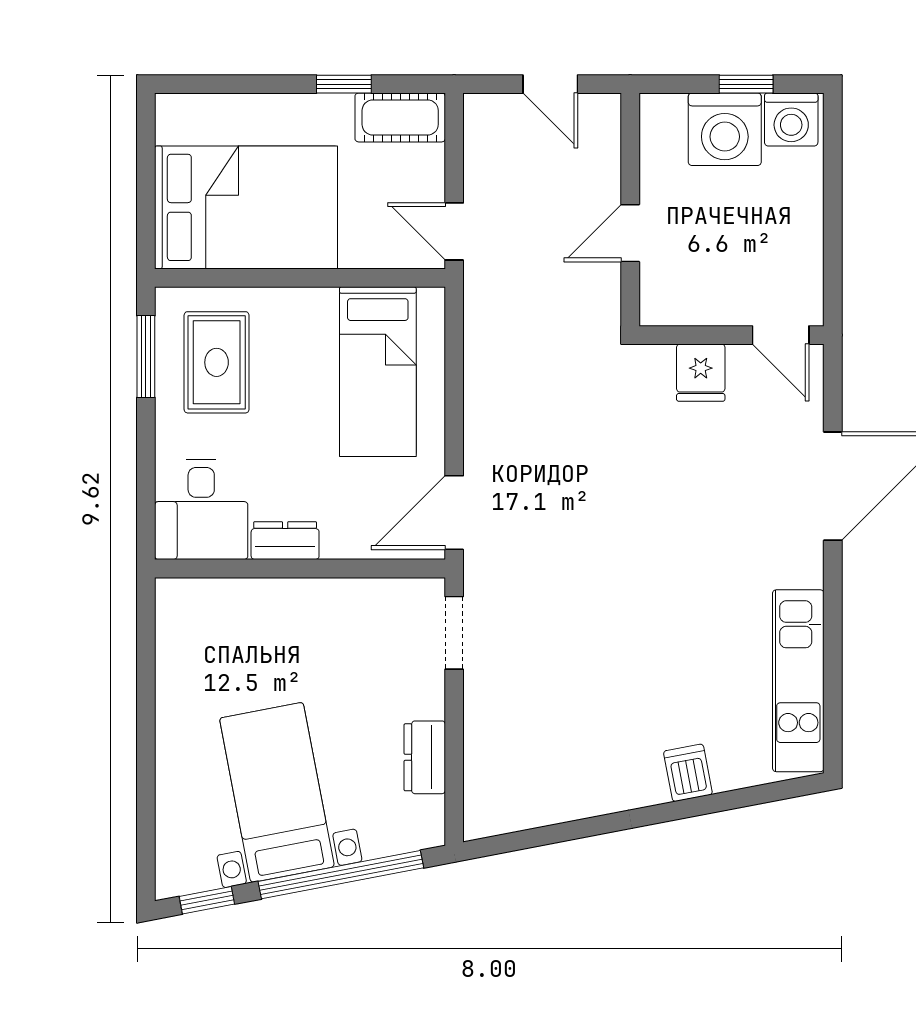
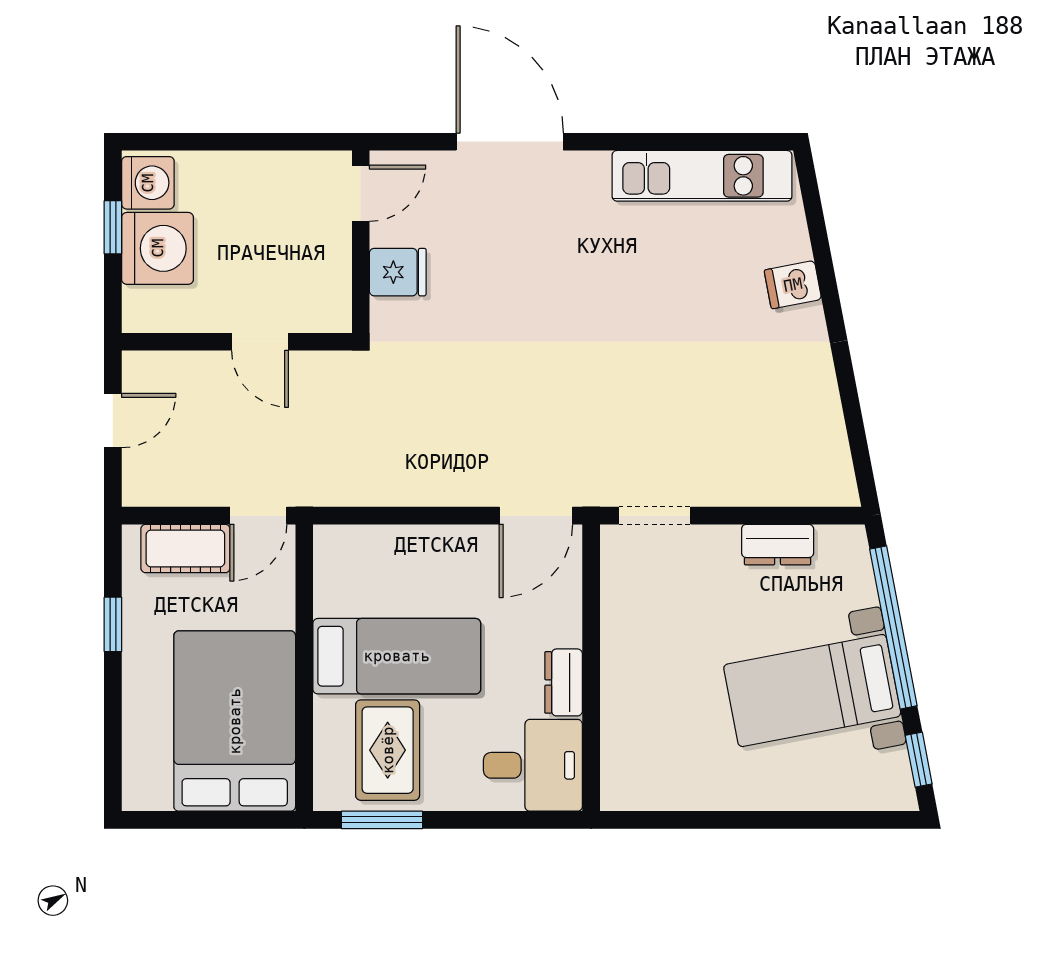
cot: (400, 117) -> (185, 549), moved, turned 90
rug: (217, 362) -> (388, 750), turned 90
bed: (378, 372) -> (397, 656), moved
door: (454, 513) -> (536, 516), hinge flipped

